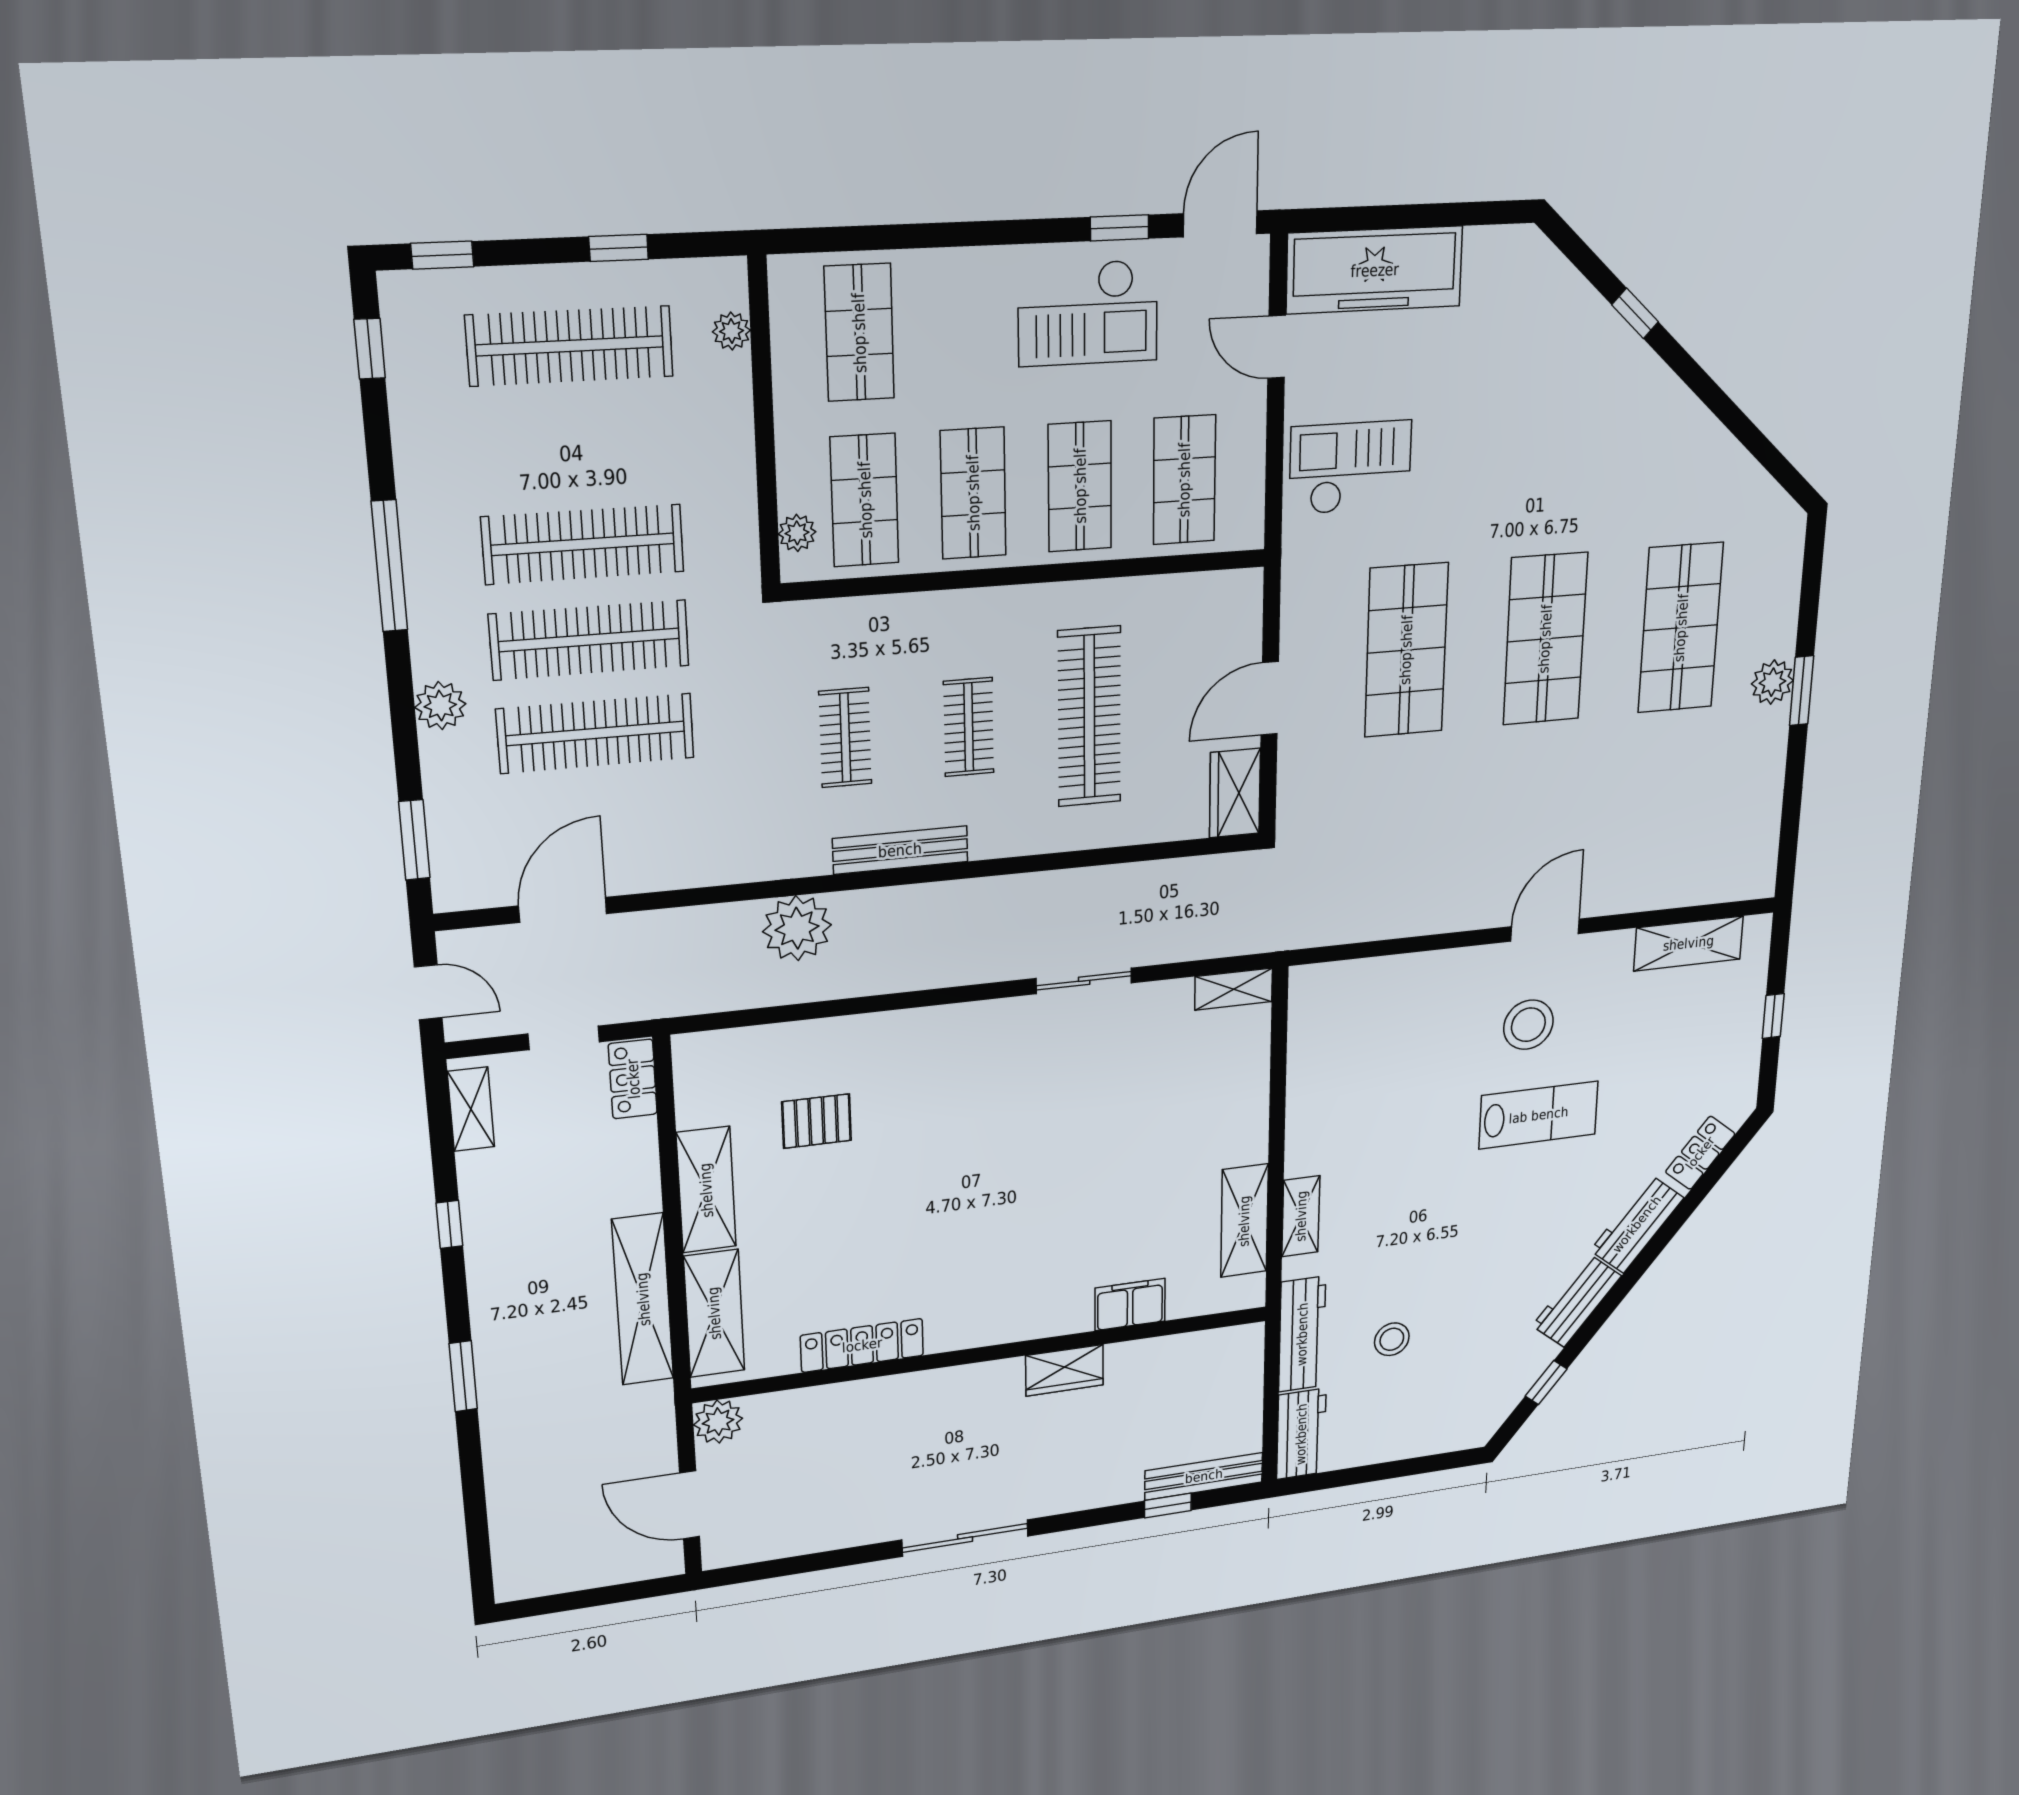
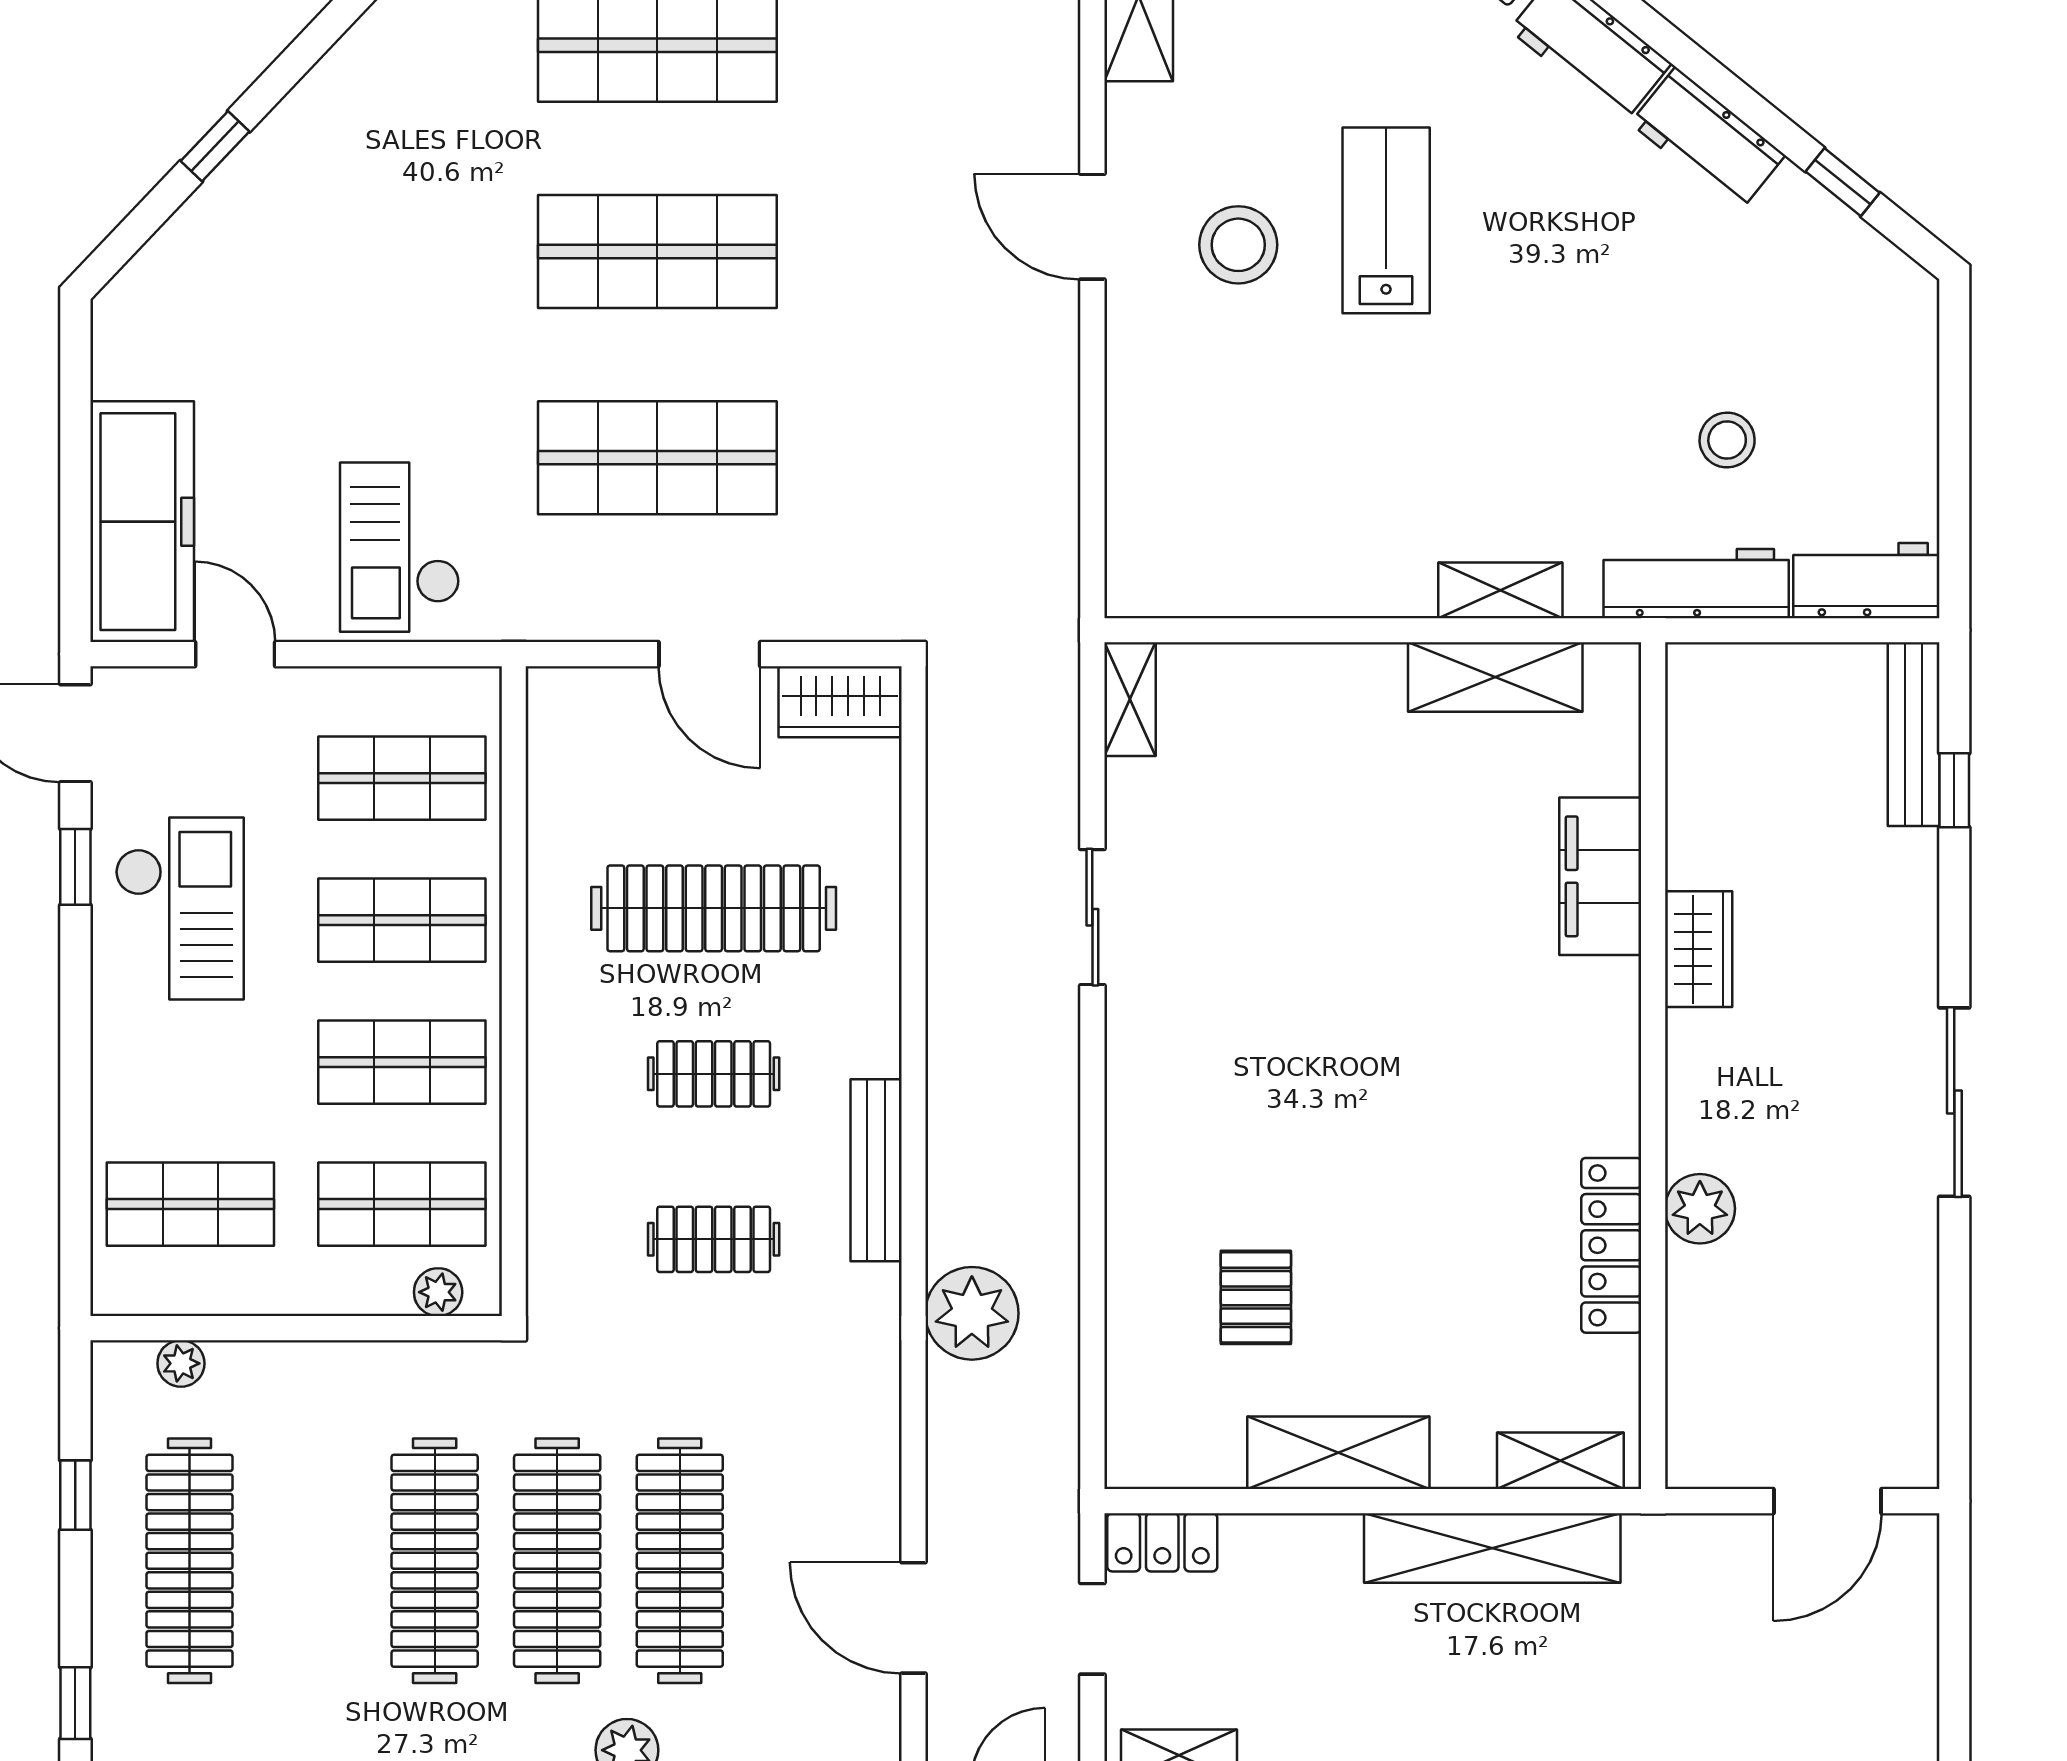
door: (1277, 347) -> (235, 654), swing flipped
filing cabinet: (1130, 1305) -> (1600, 876), width x1.50, depth x1.17
shelving: (714, 1313) -> (1560, 1461), width x0.67, depth x0.75
plant: (718, 1422) -> (1700, 1209), moved

